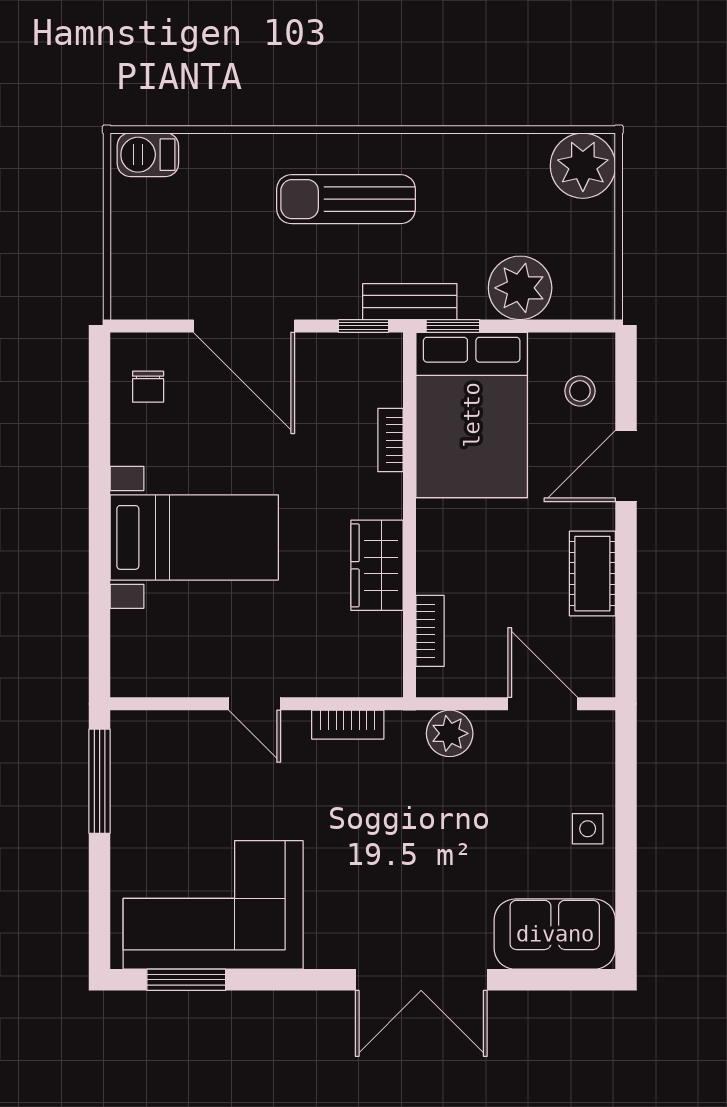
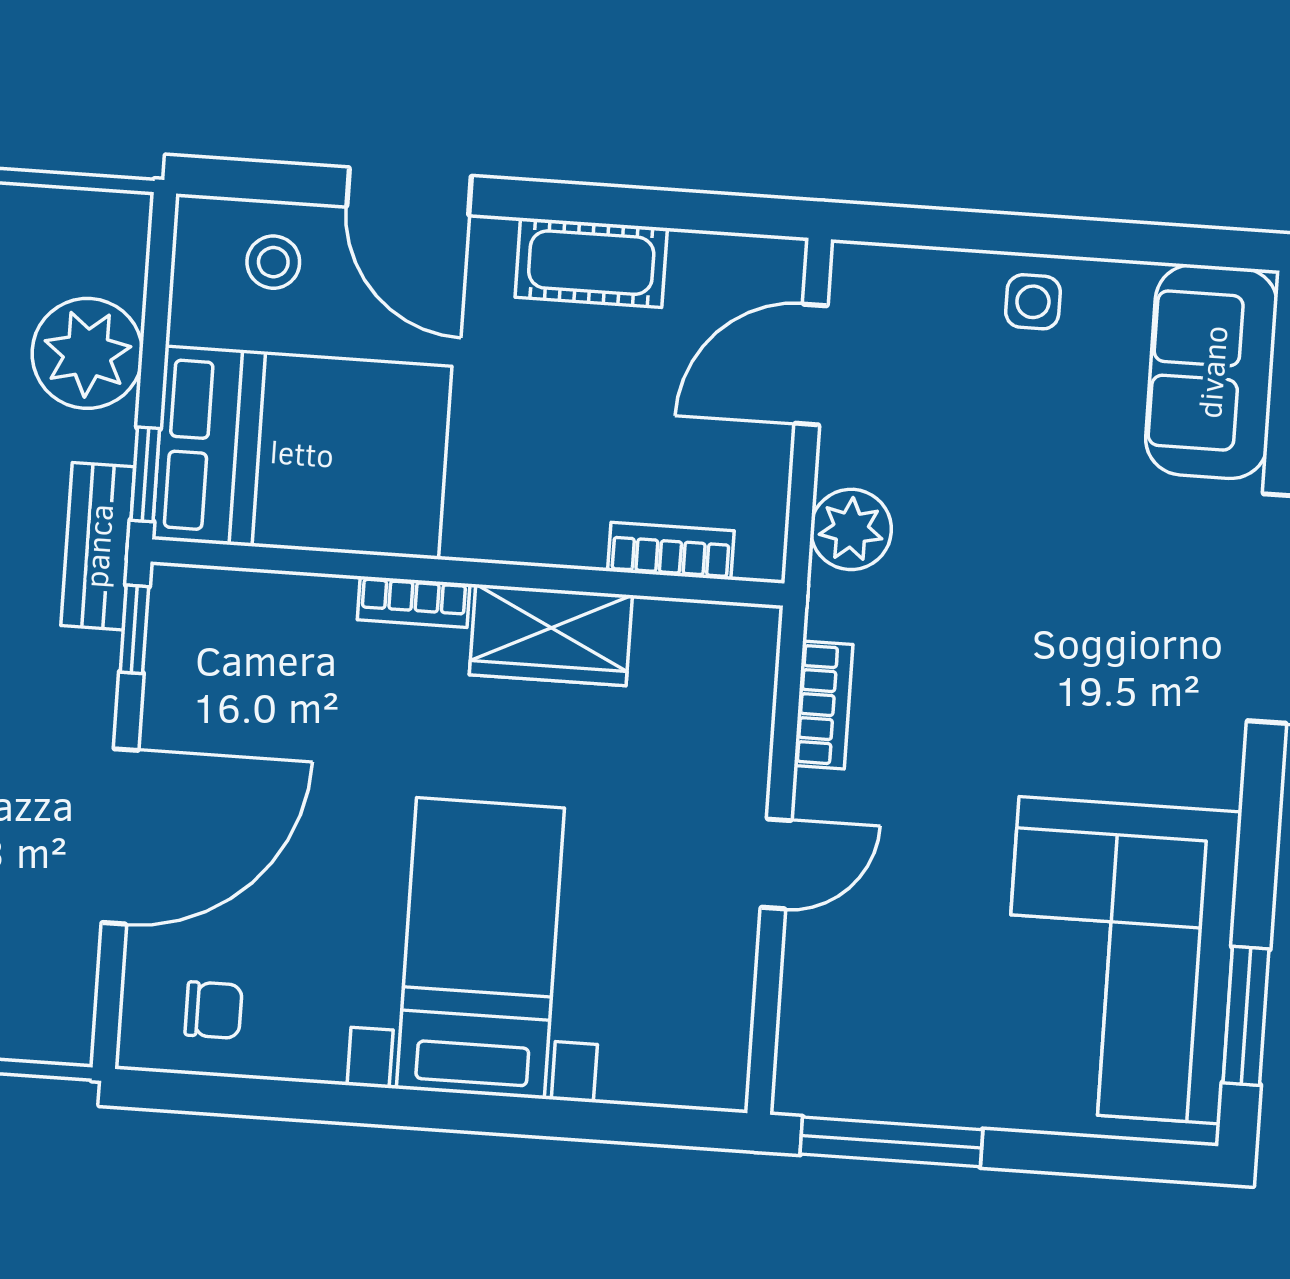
bookcase: (390, 440) -> (414, 602), moved

